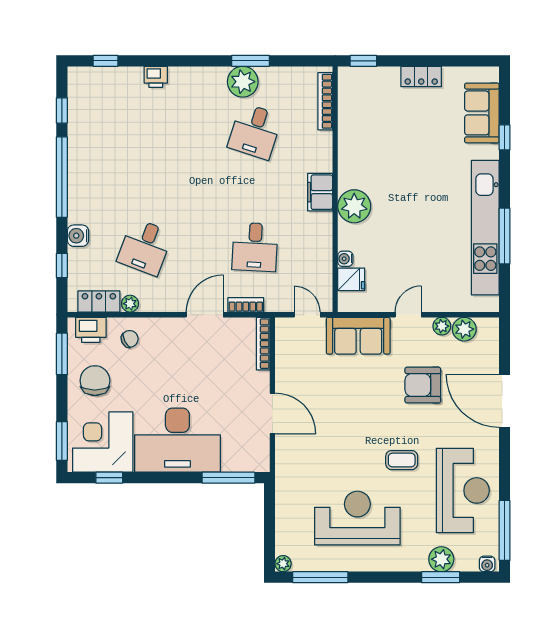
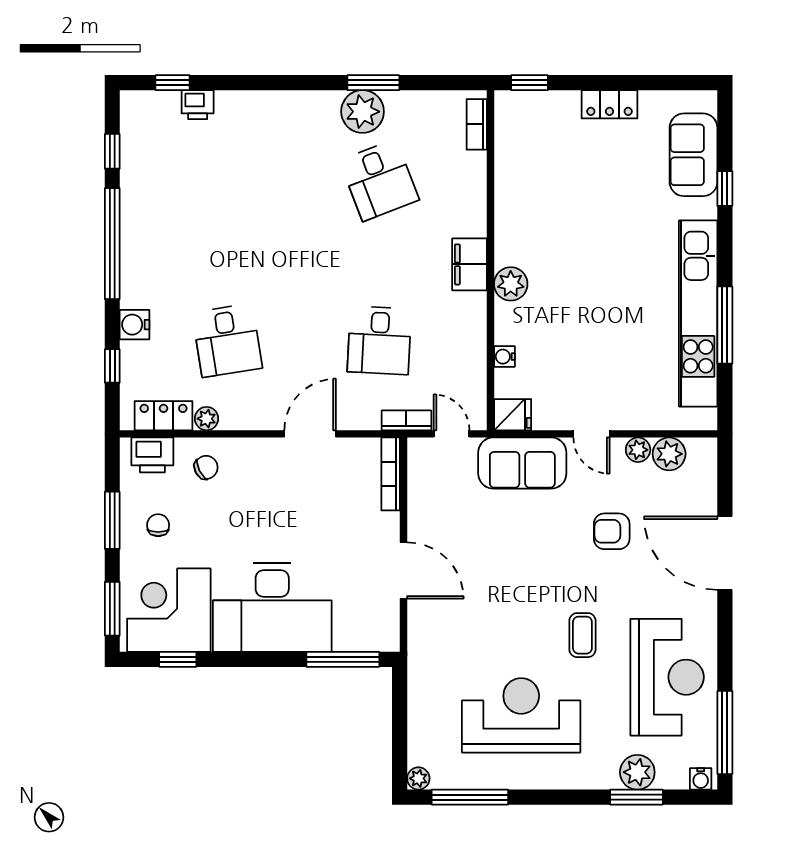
printer: (156, 77) -> (198, 105), moved
bookcase: (325, 101) -> (477, 124), width x0.64
desk: (255, 131) -> (379, 180), turned -39
plant: (354, 206) -> (511, 284), width x0.73, depth x0.73
desk: (145, 247) -> (227, 340), turned -30
fridge: (351, 279) -> (513, 415), moved
bookcase: (246, 305) -> (406, 420), moved
door: (408, 315) -> (591, 434), swing flipped
window: (62, 354) -> (112, 520), moved
chair: (95, 381) -> (158, 525), width x0.54, depth x0.54
armchair: (423, 385) -> (612, 531), width x0.72, depth x0.72
coffee table: (402, 460) -> (582, 635), turned 90

